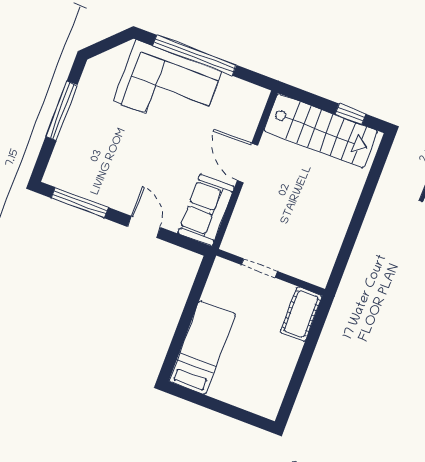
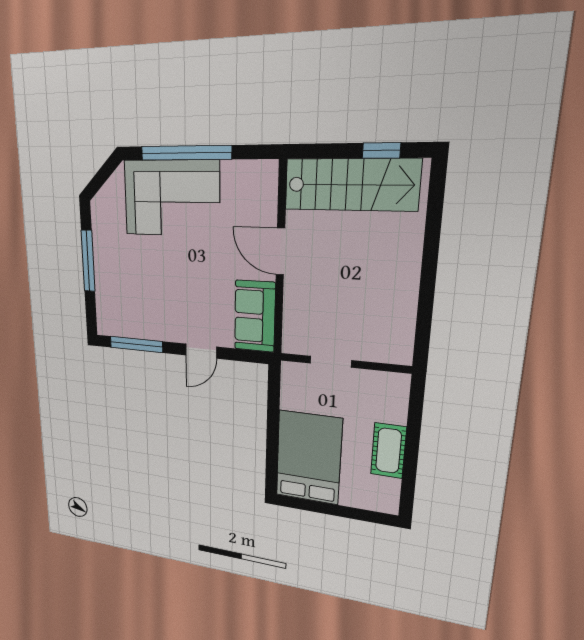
door: (144, 227) -> (201, 351), swing flipped
cot: (301, 314) -> (389, 451), moved
bed: (202, 348) -> (309, 458), width x1.50

